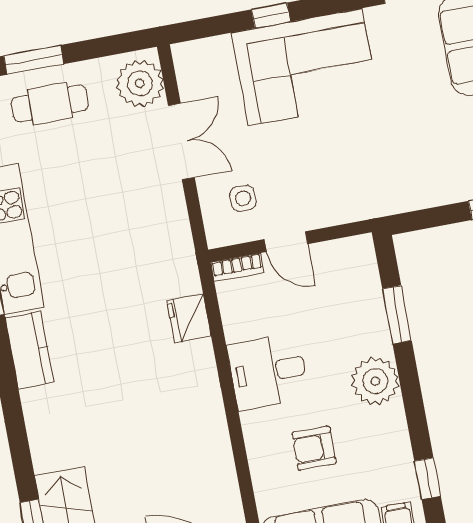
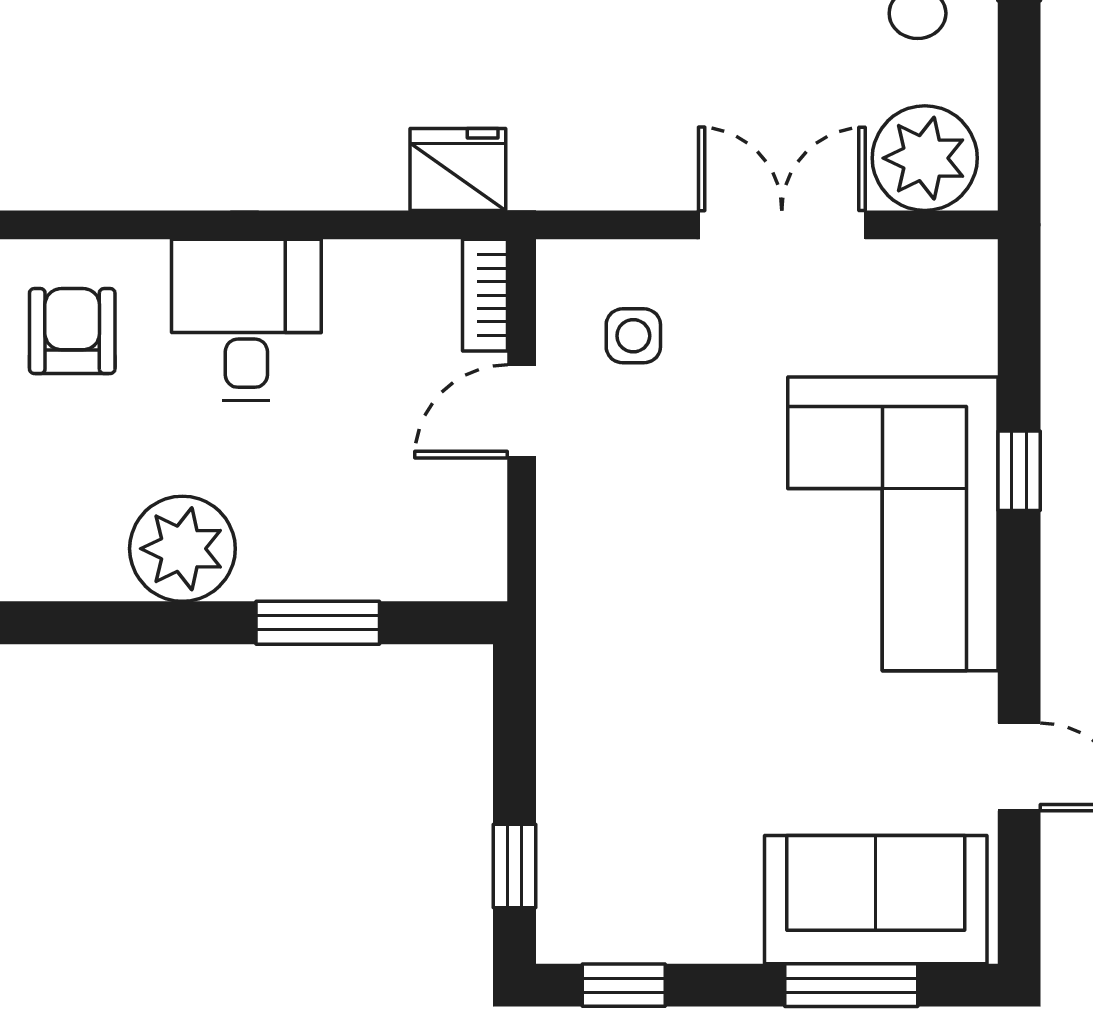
double door: (181, 141) -> (782, 225), swing flipped
fridge: (189, 318) -> (458, 169), moved
armchair: (314, 448) -> (72, 331), moved

